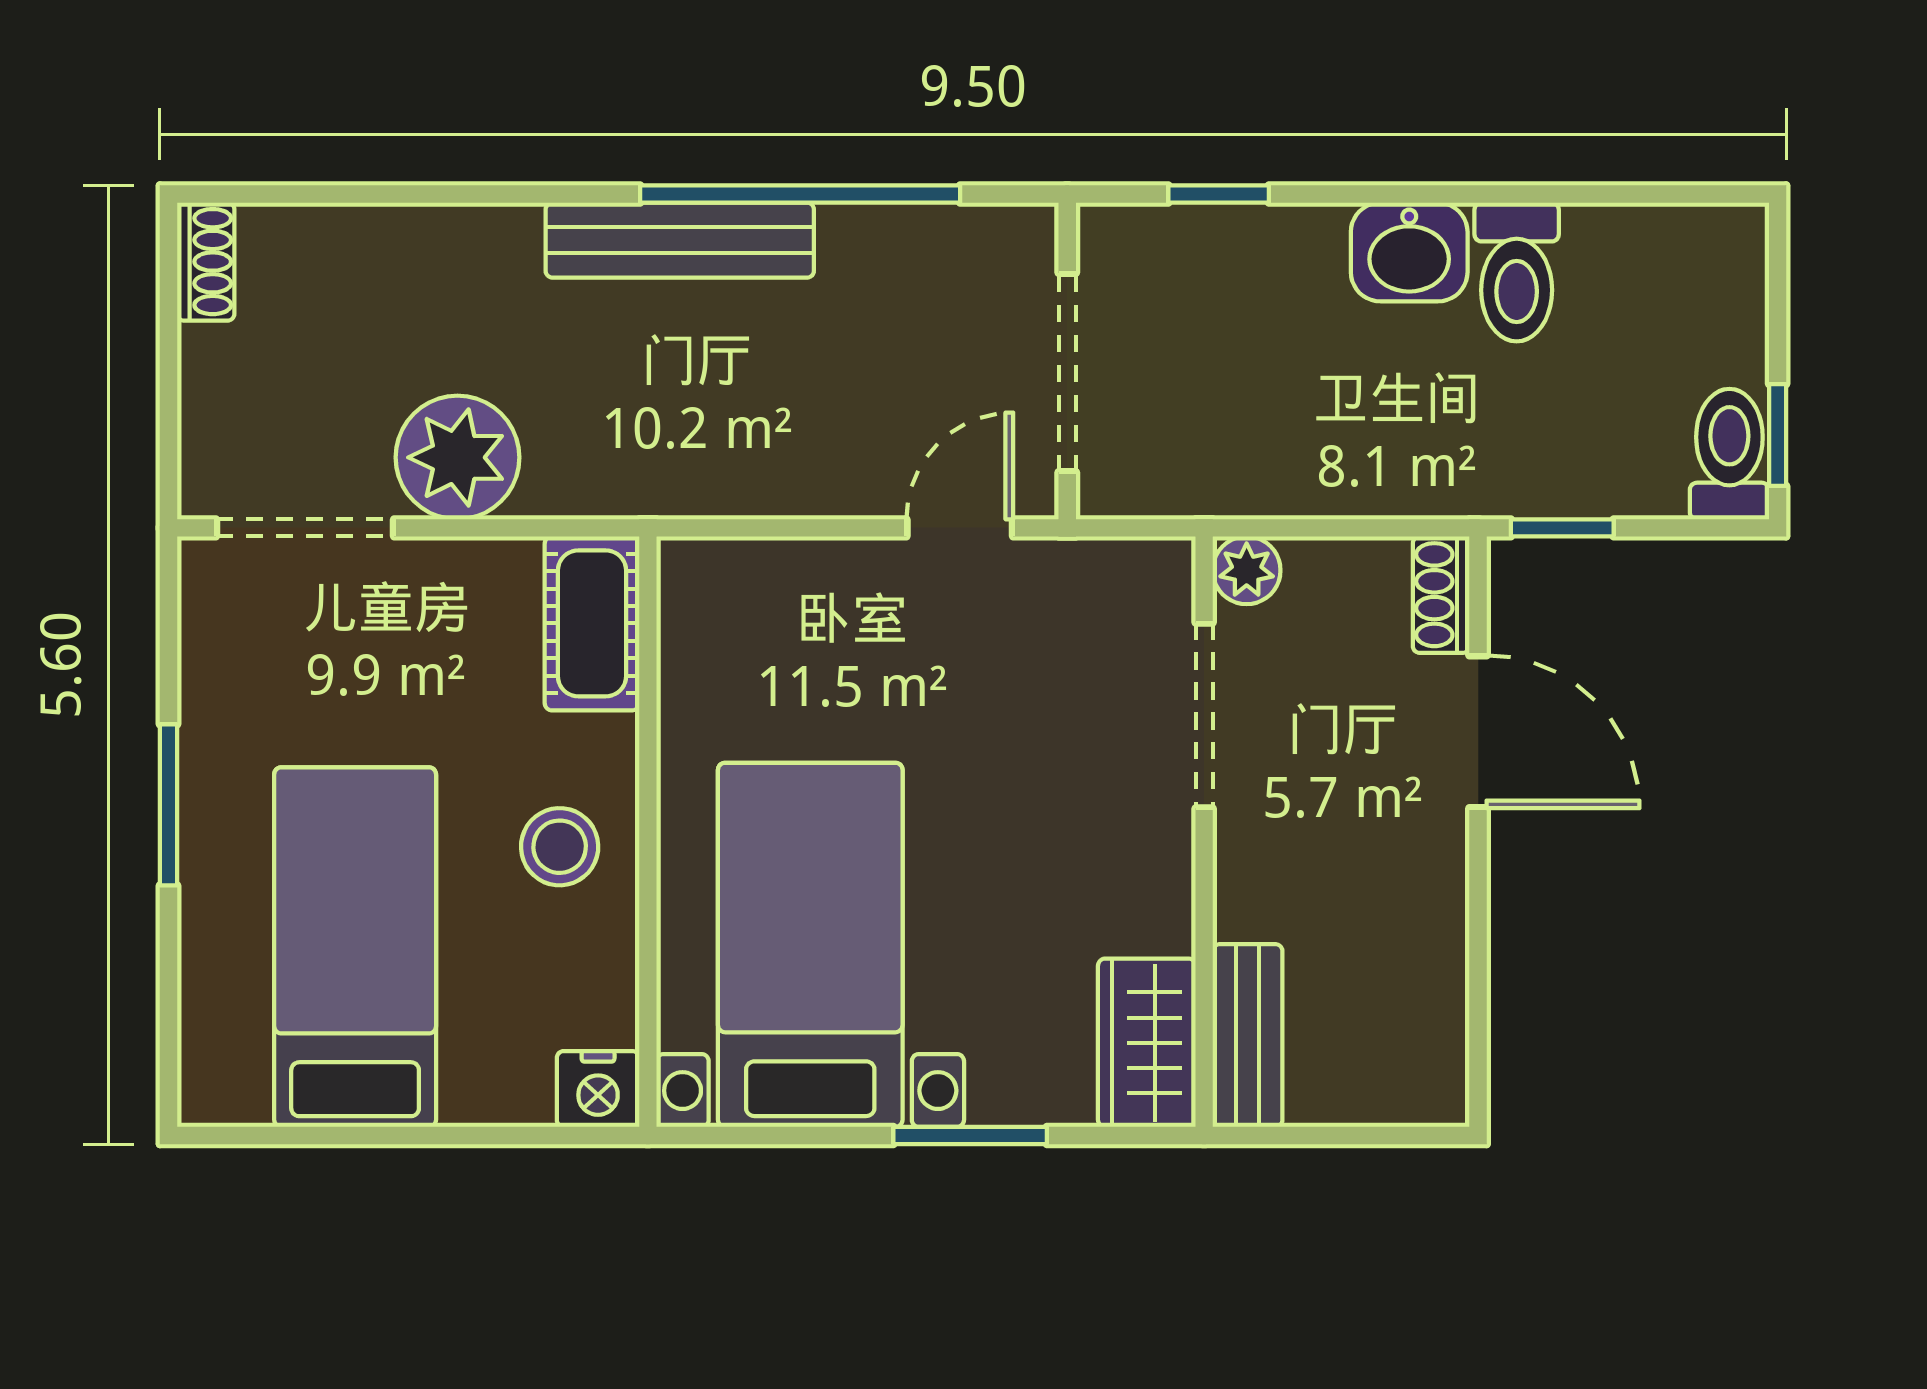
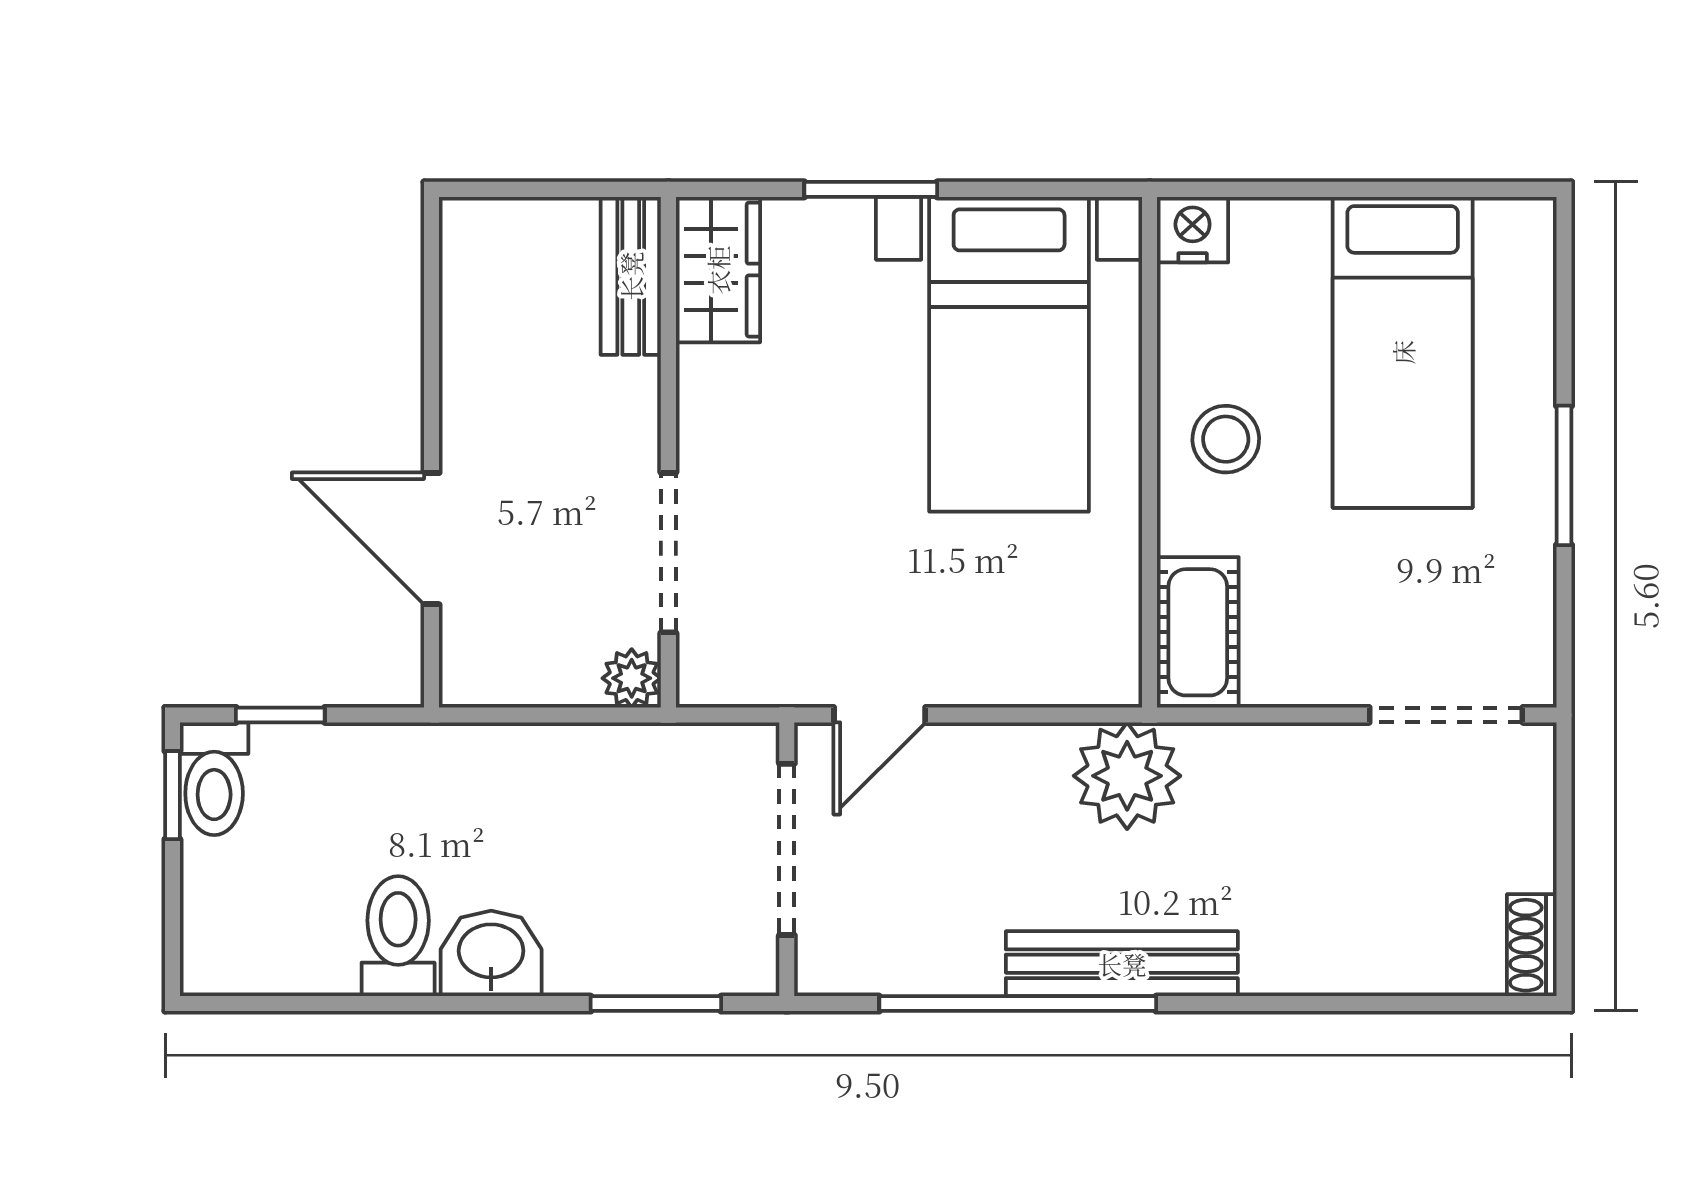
window: (1219, 194) -> (656, 1004), width x1.50
plant: (457, 457) -> (1127, 776), moved
window: (1562, 528) -> (280, 715), moved
shoe rack: (1441, 595) -> (463, 657), removed

